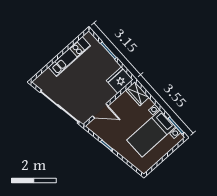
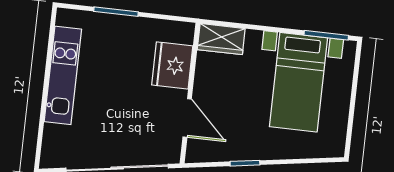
fridge: (120, 80) -> (172, 65), moved
door: (100, 111) -> (187, 118), hinge flipped

